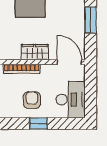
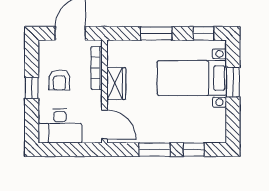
door: (69, 62) -> (104, 125), hinge flipped
armchair: (32, 100) -> (59, 80), turned 90

